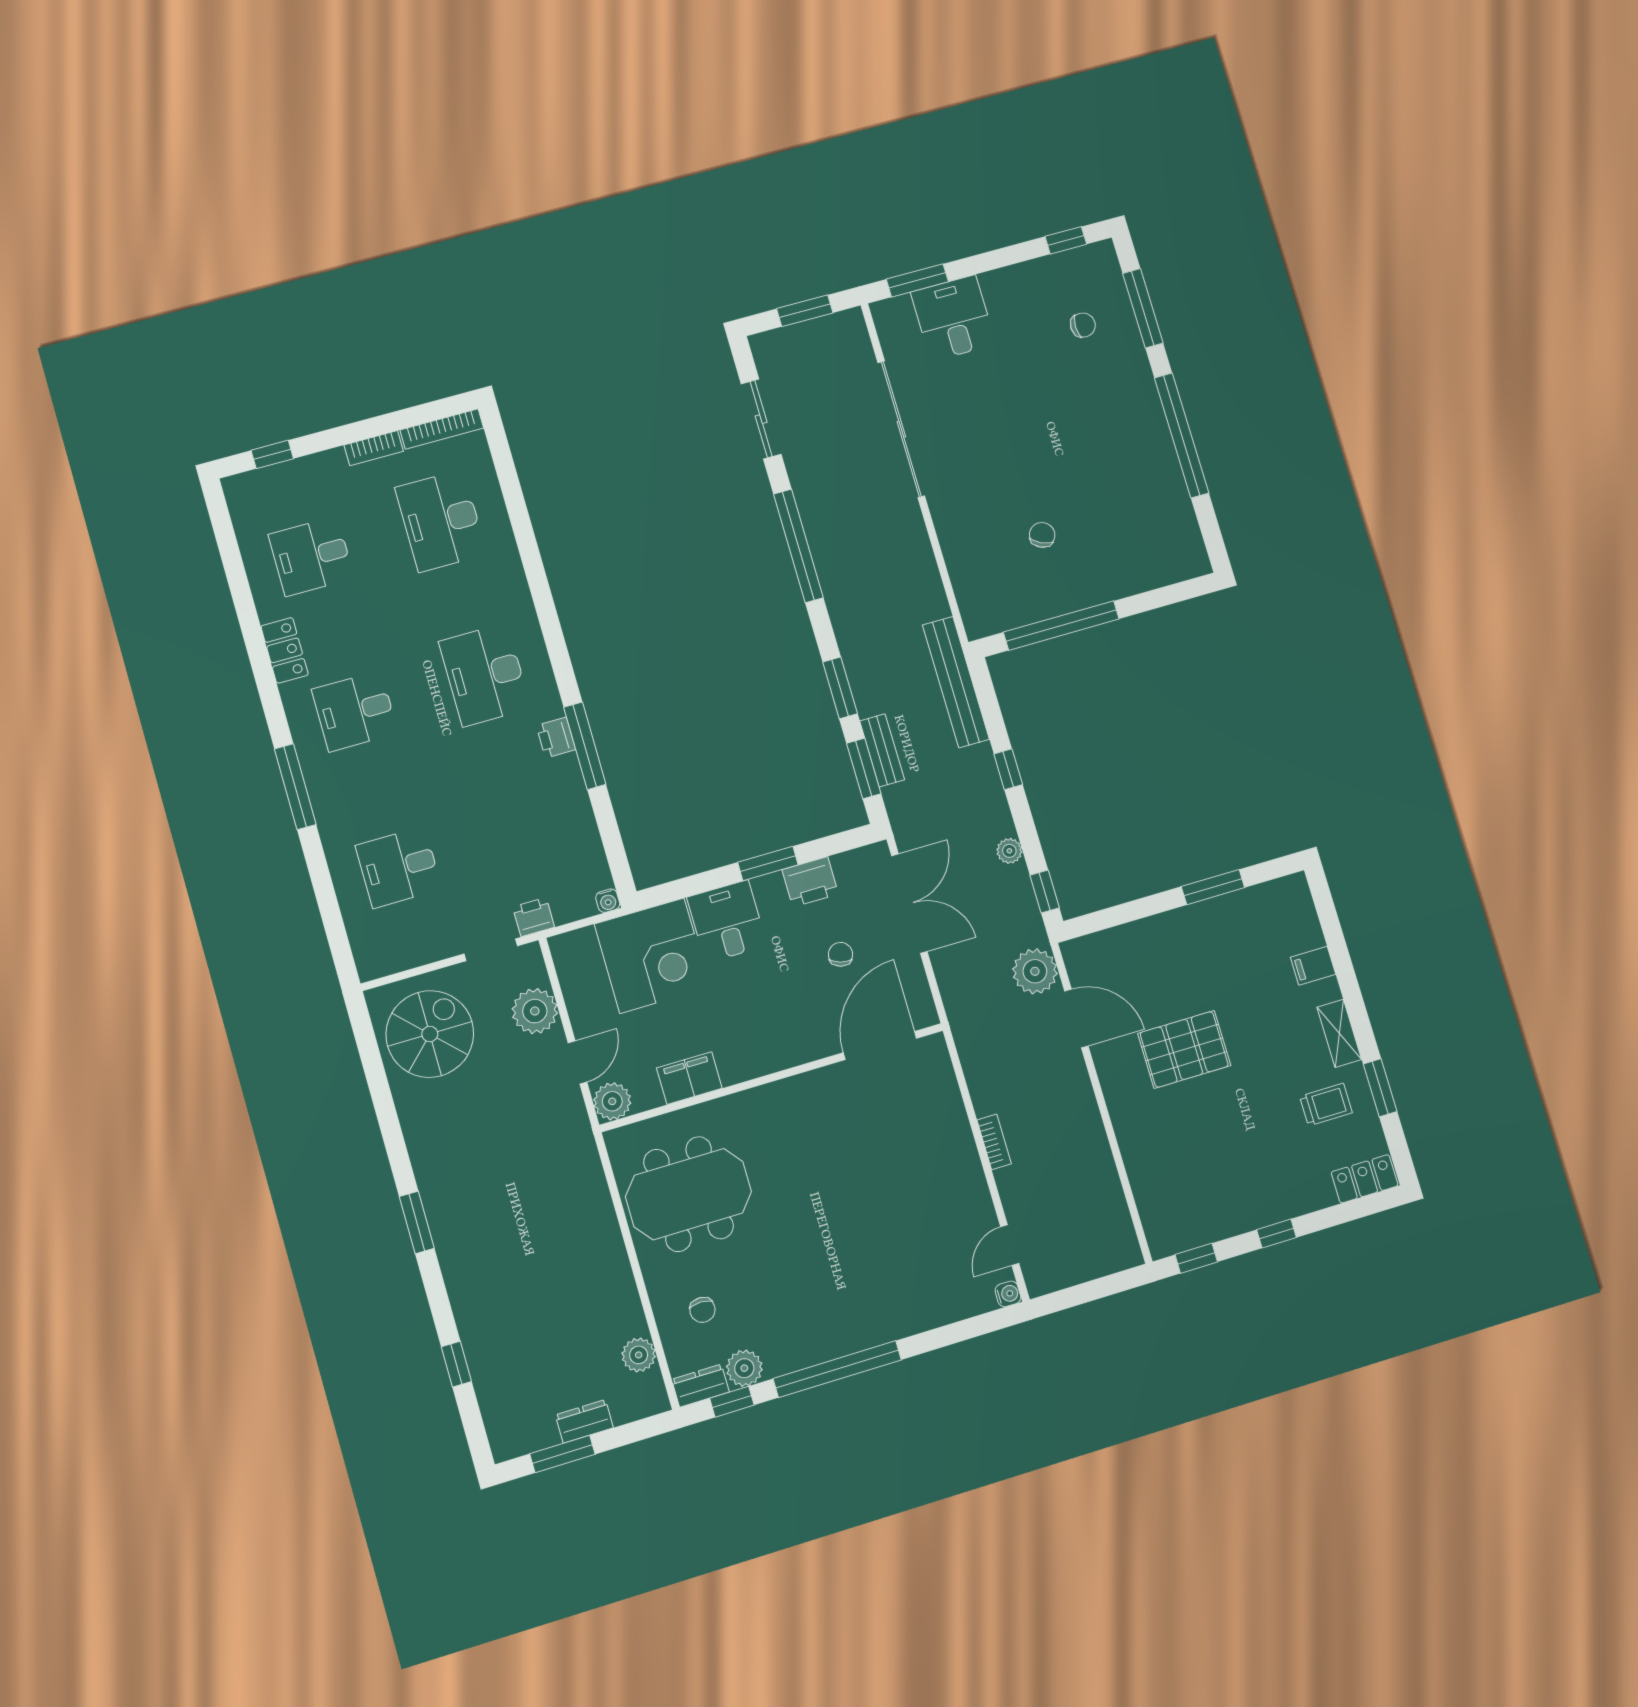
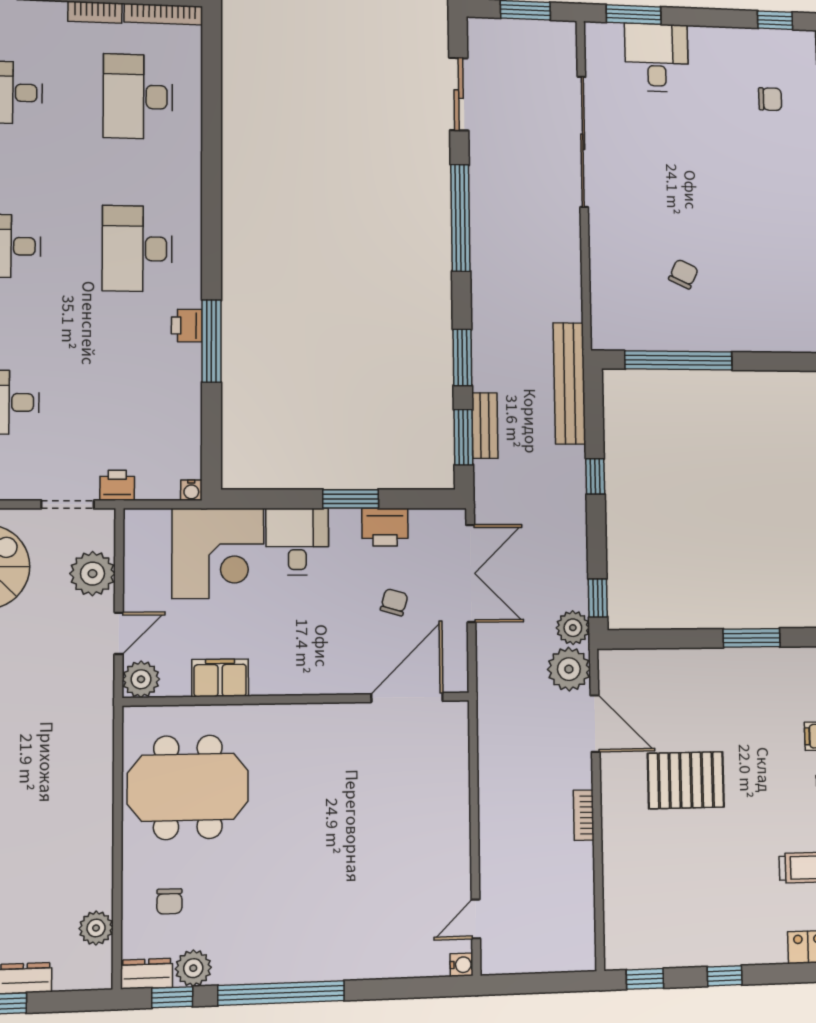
plant: (1009, 851) -> (573, 628), moved, width x1.38, depth x1.38
bookcase: (994, 1142) -> (584, 815), moved, turned 180

